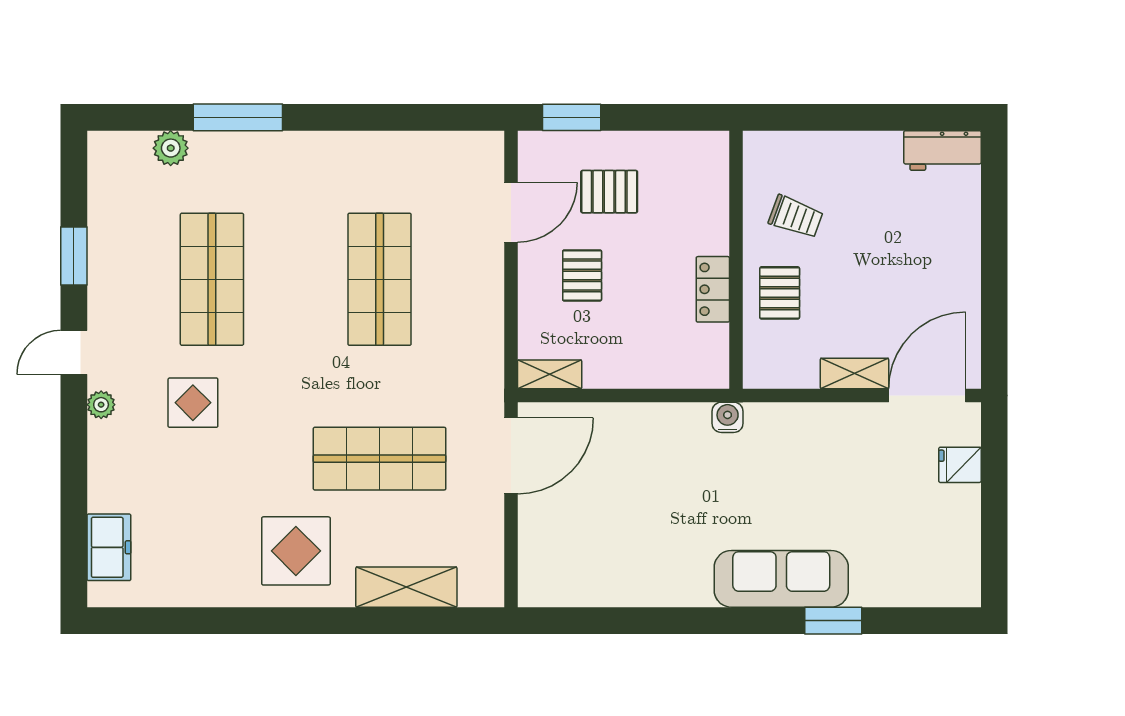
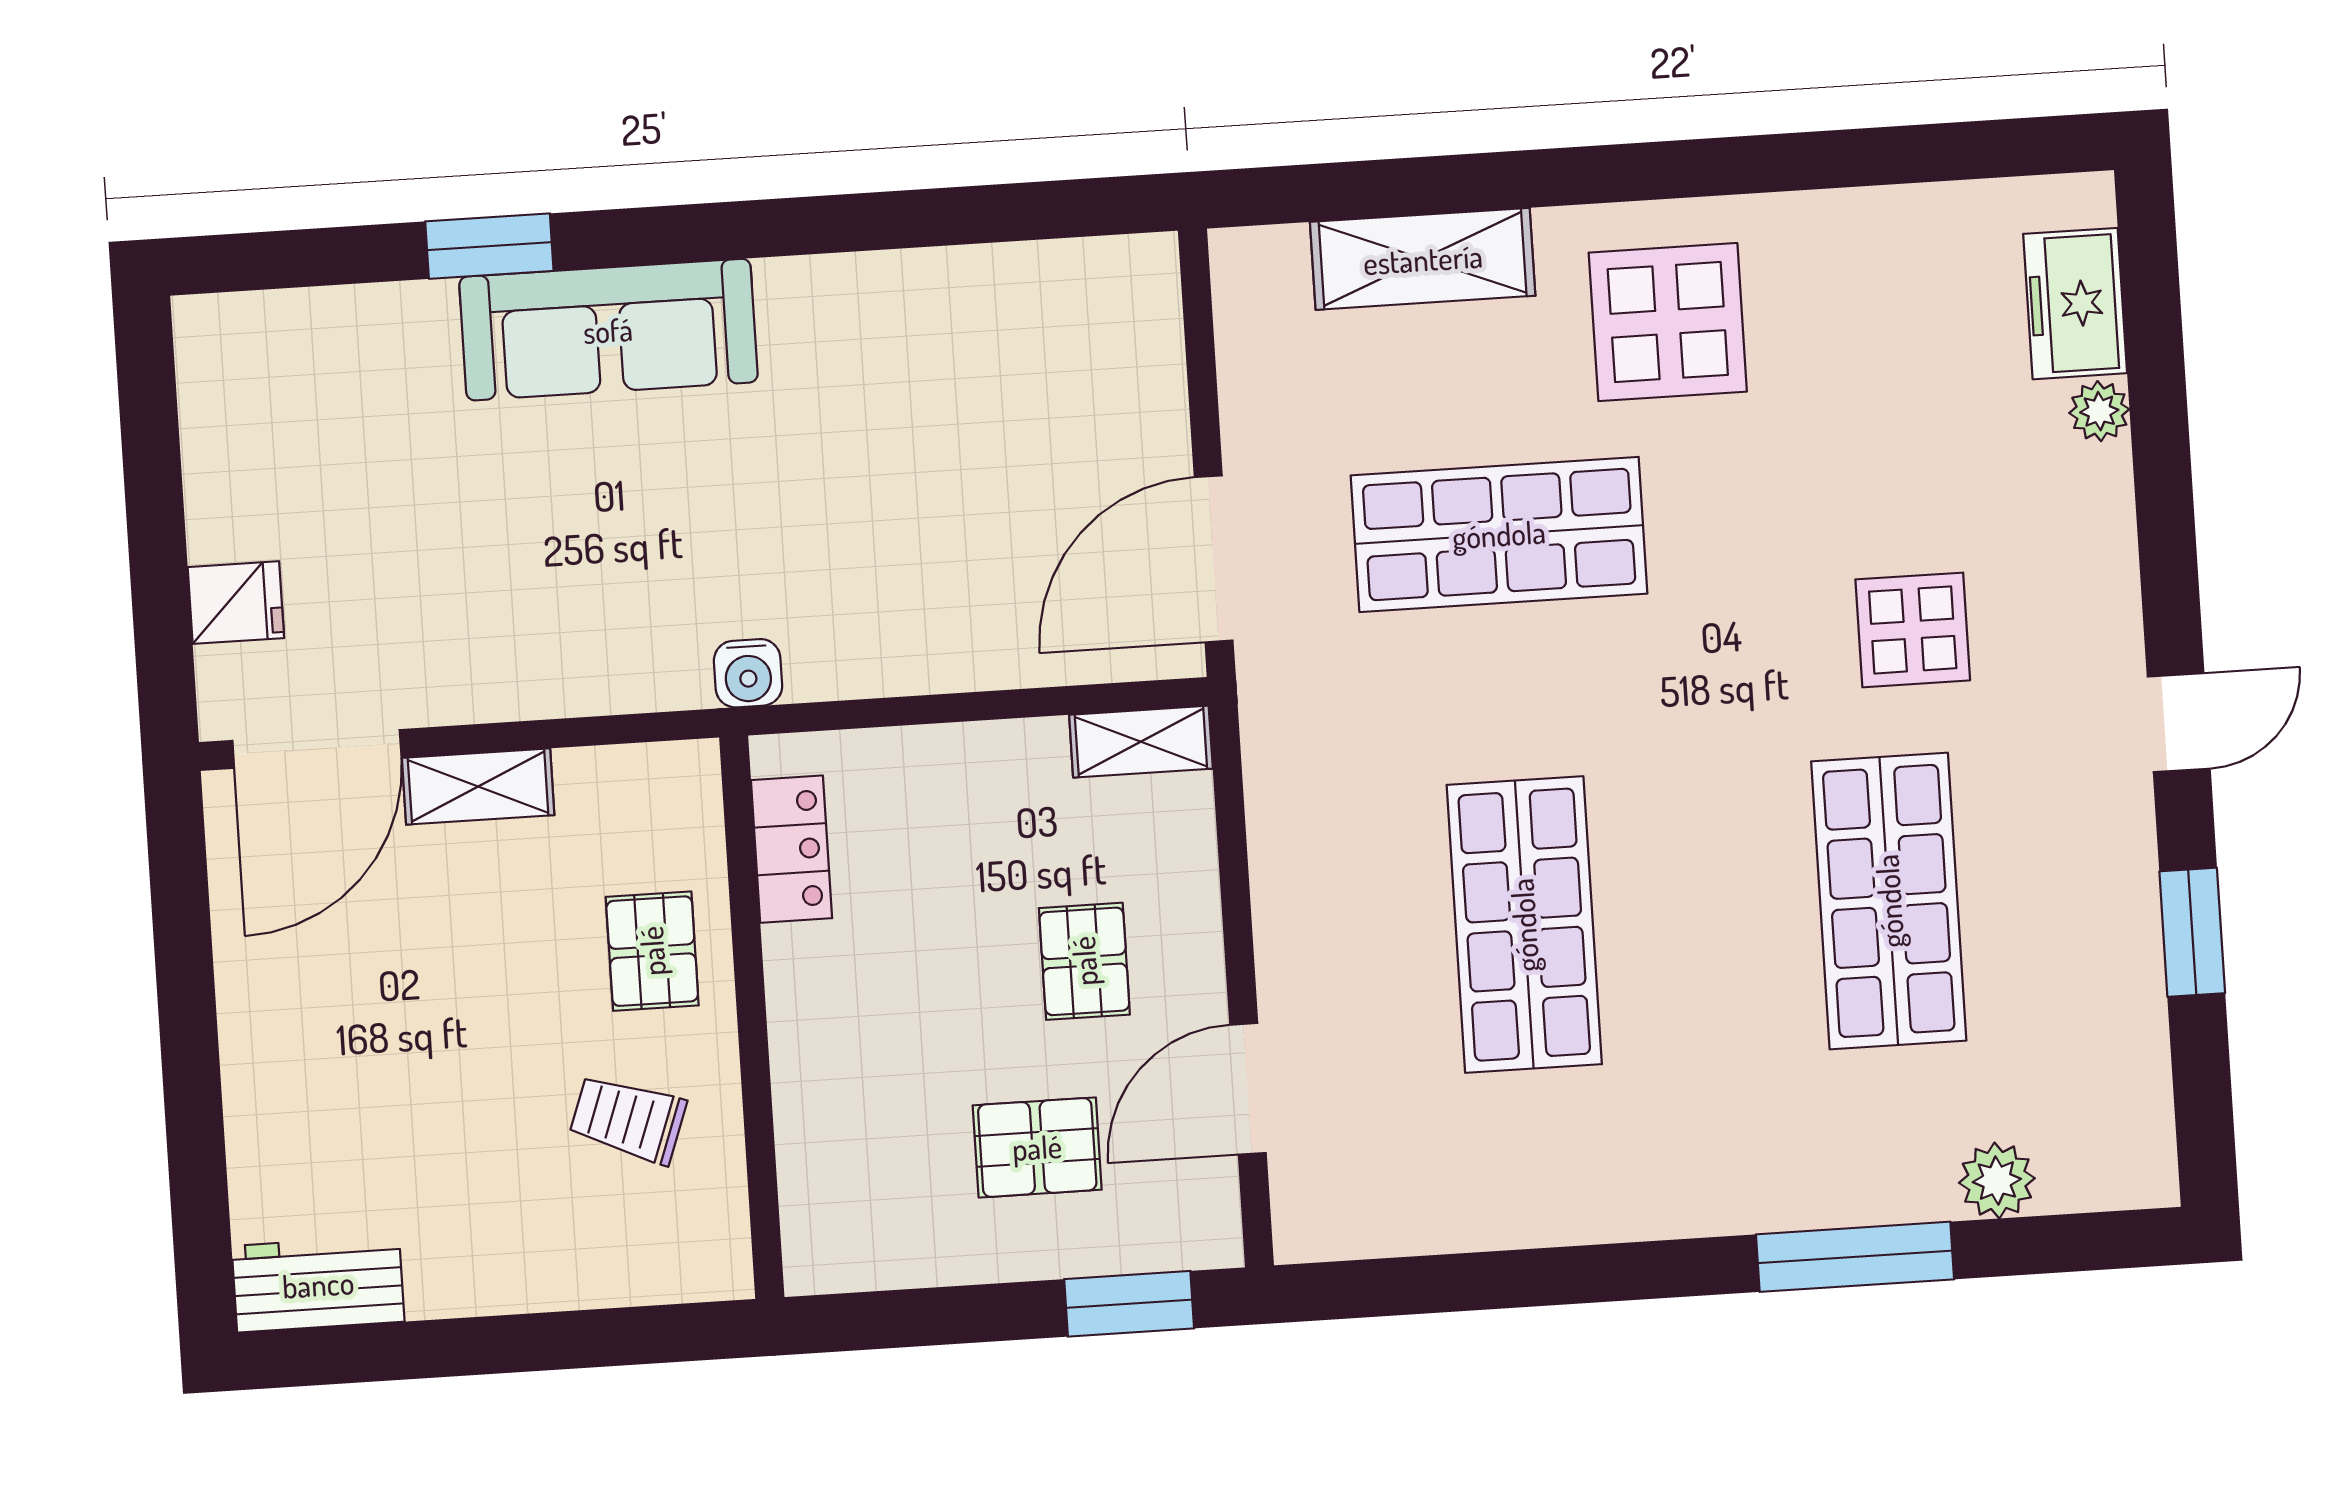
locker: (713, 289) -> (791, 849), moved
plant: (101, 405) -> (2099, 411), moved

